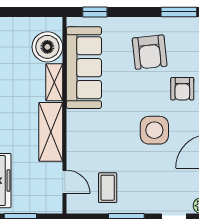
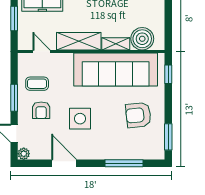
sofa: (84, 68) -> (116, 70), width x1.36, depth x1.27
armchair: (182, 89) -> (41, 110), moved, turned -90
door: (65, 182) -> (41, 52), swing flipped

